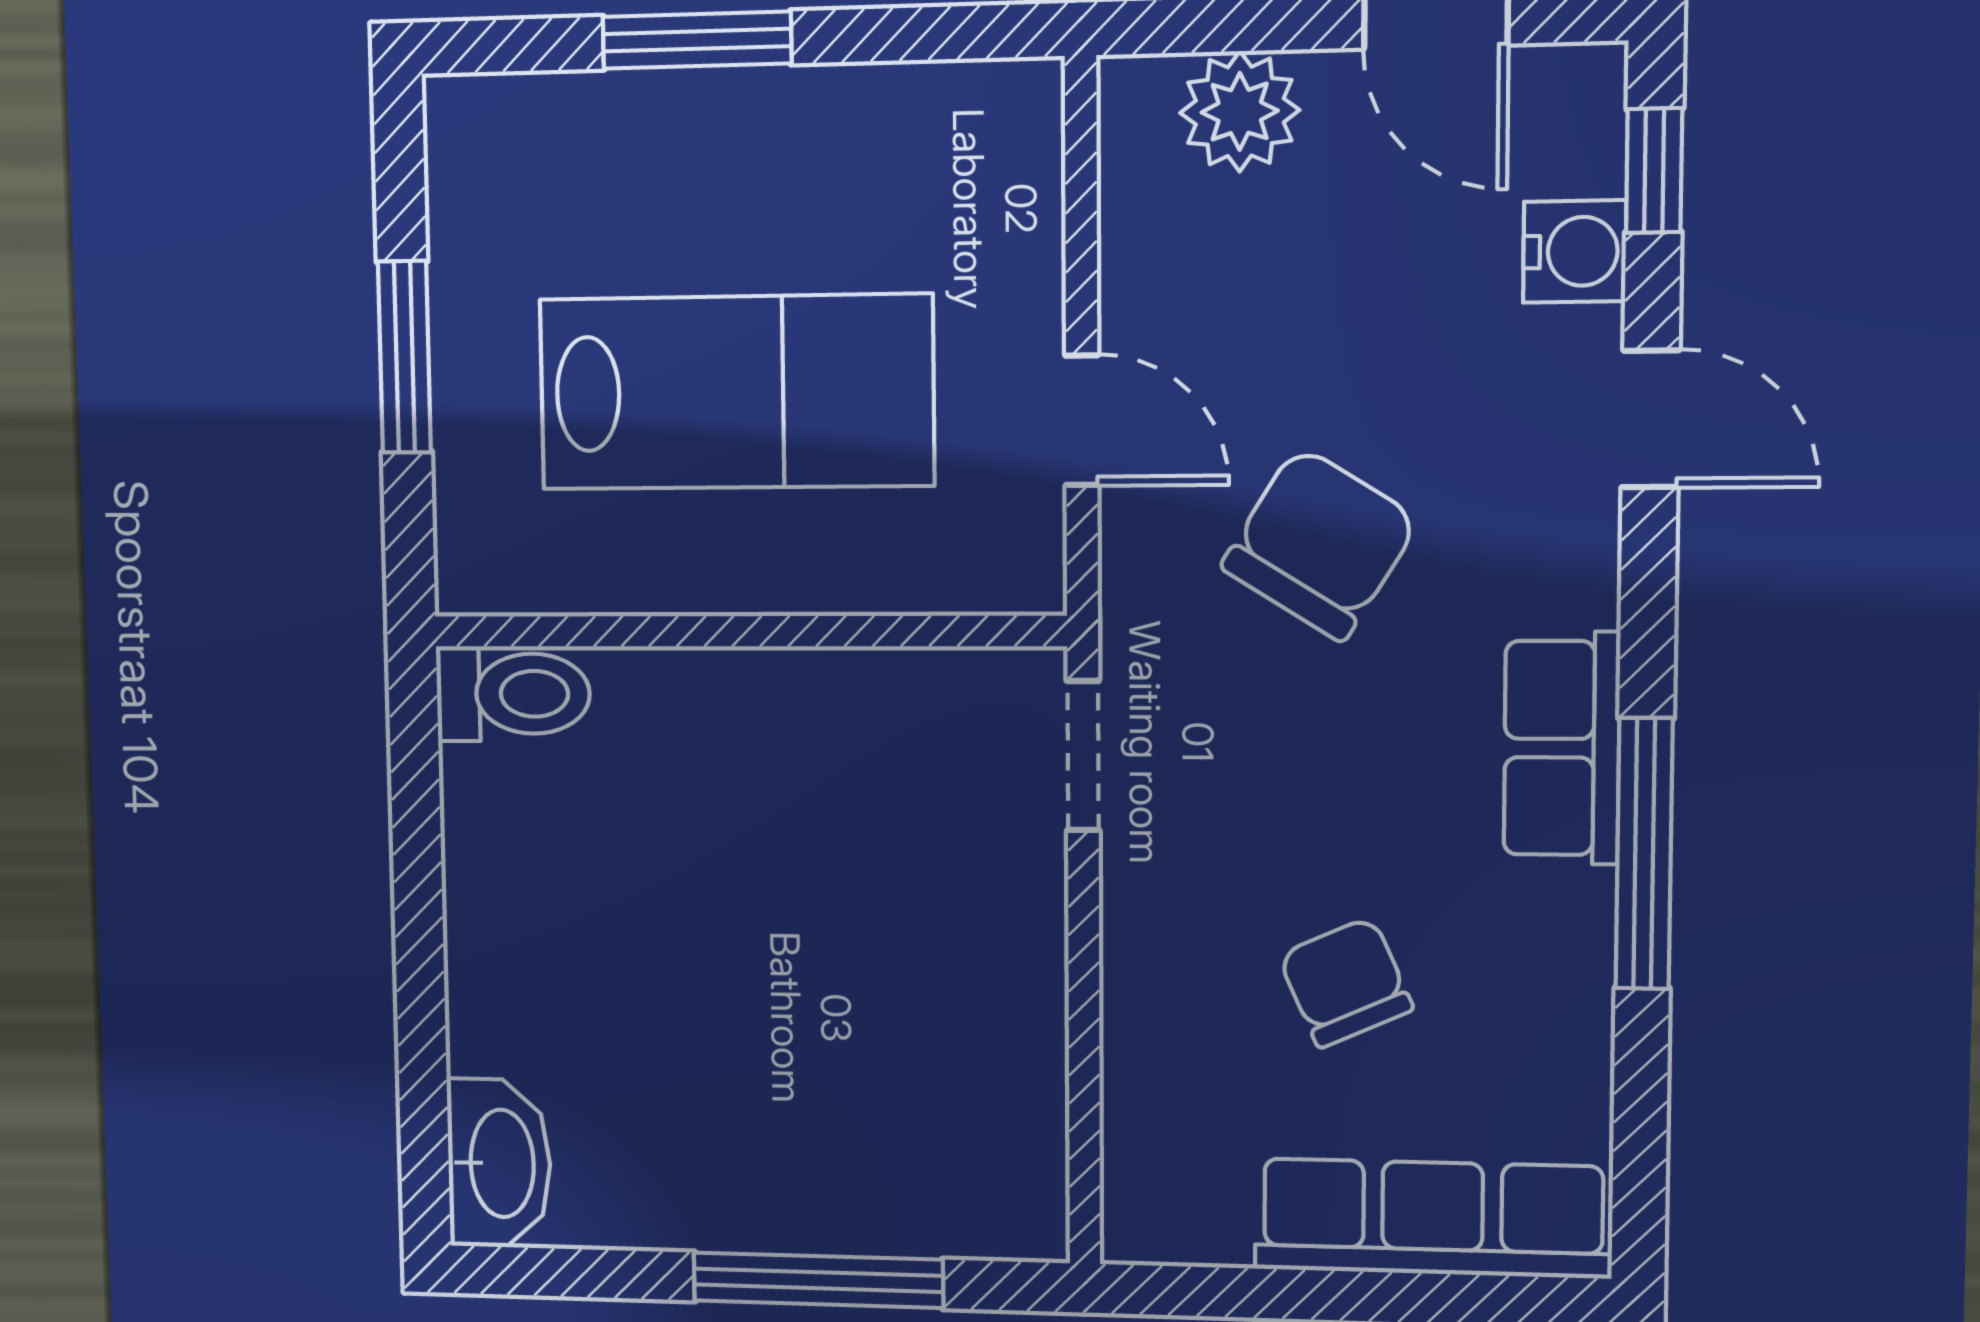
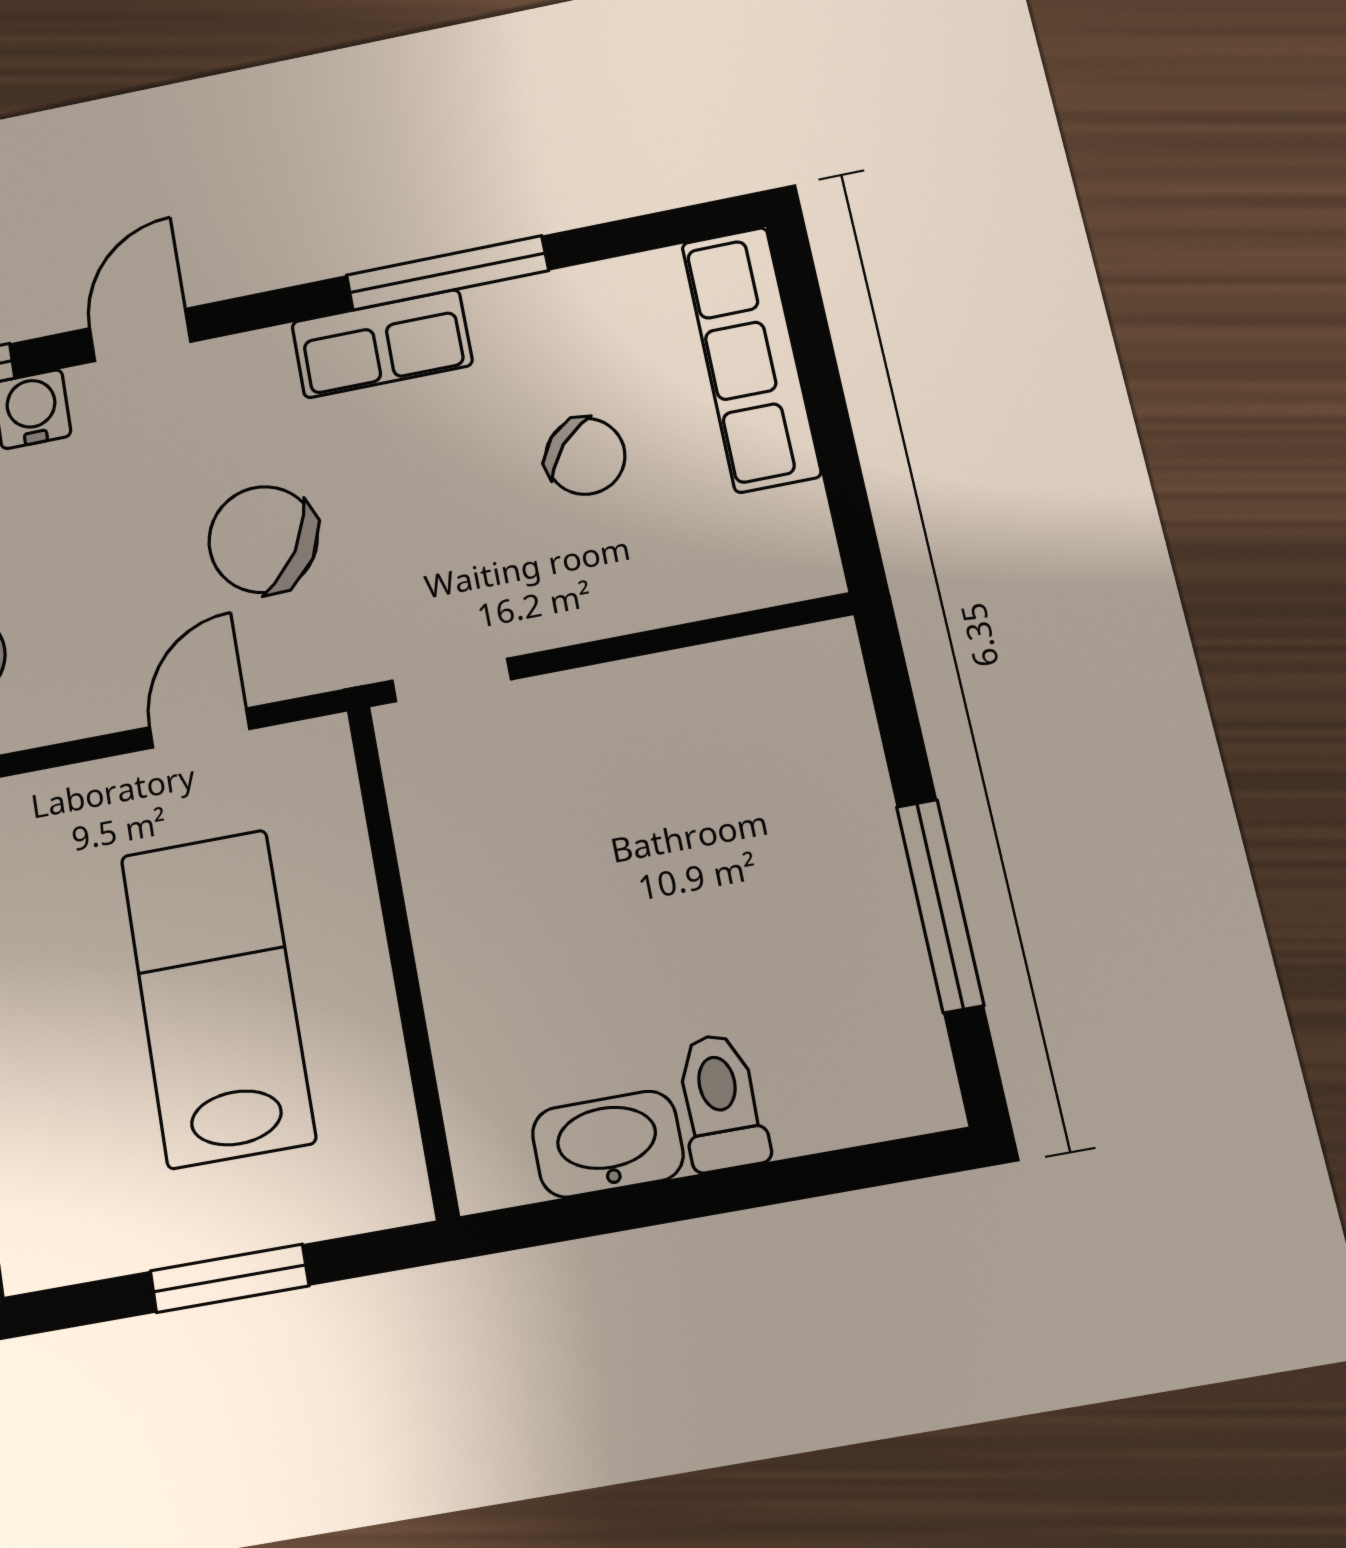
toilet: (513, 694) -> (721, 1102), moved
chair: (1345, 982) -> (585, 456), turned -115
washbasin: (499, 1163) -> (608, 1144), moved
window: (818, 1280) -> (940, 905), moved

